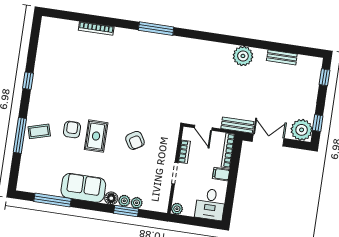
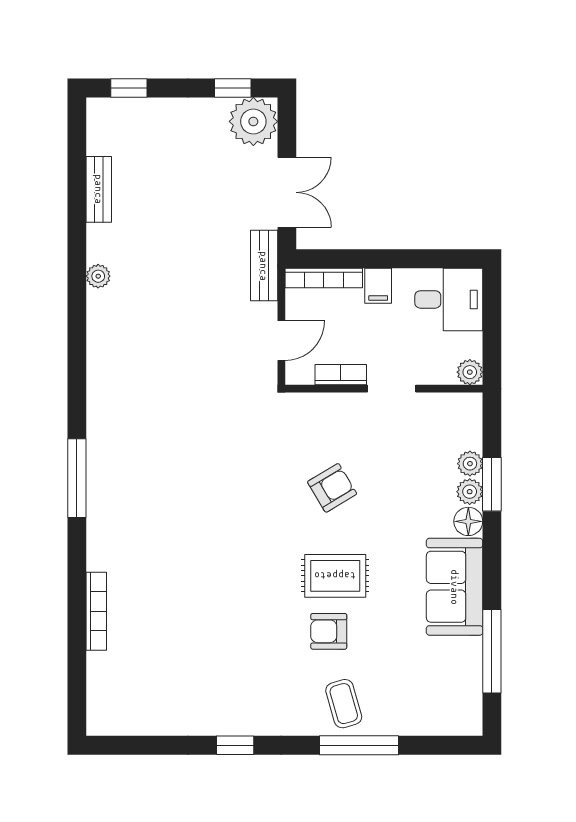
plant: (243, 56) -> (98, 276), width x0.53, depth x0.53
double door: (268, 140) -> (287, 192), swing flipped

